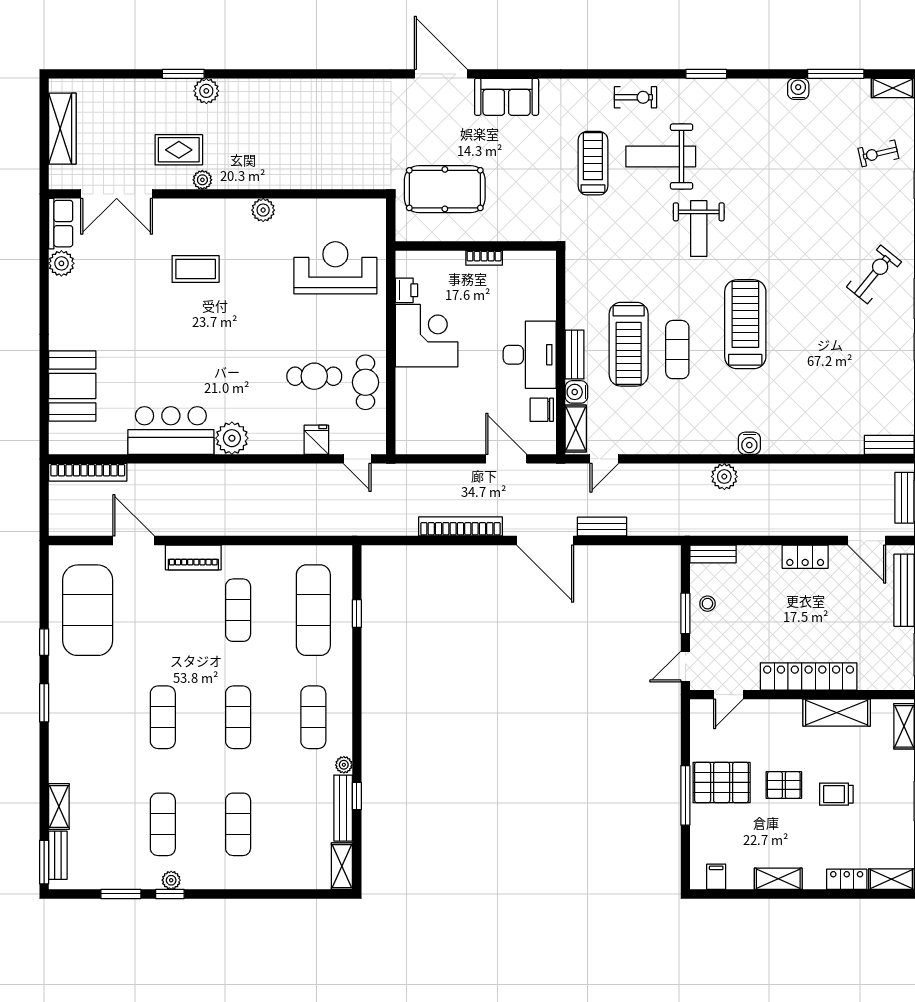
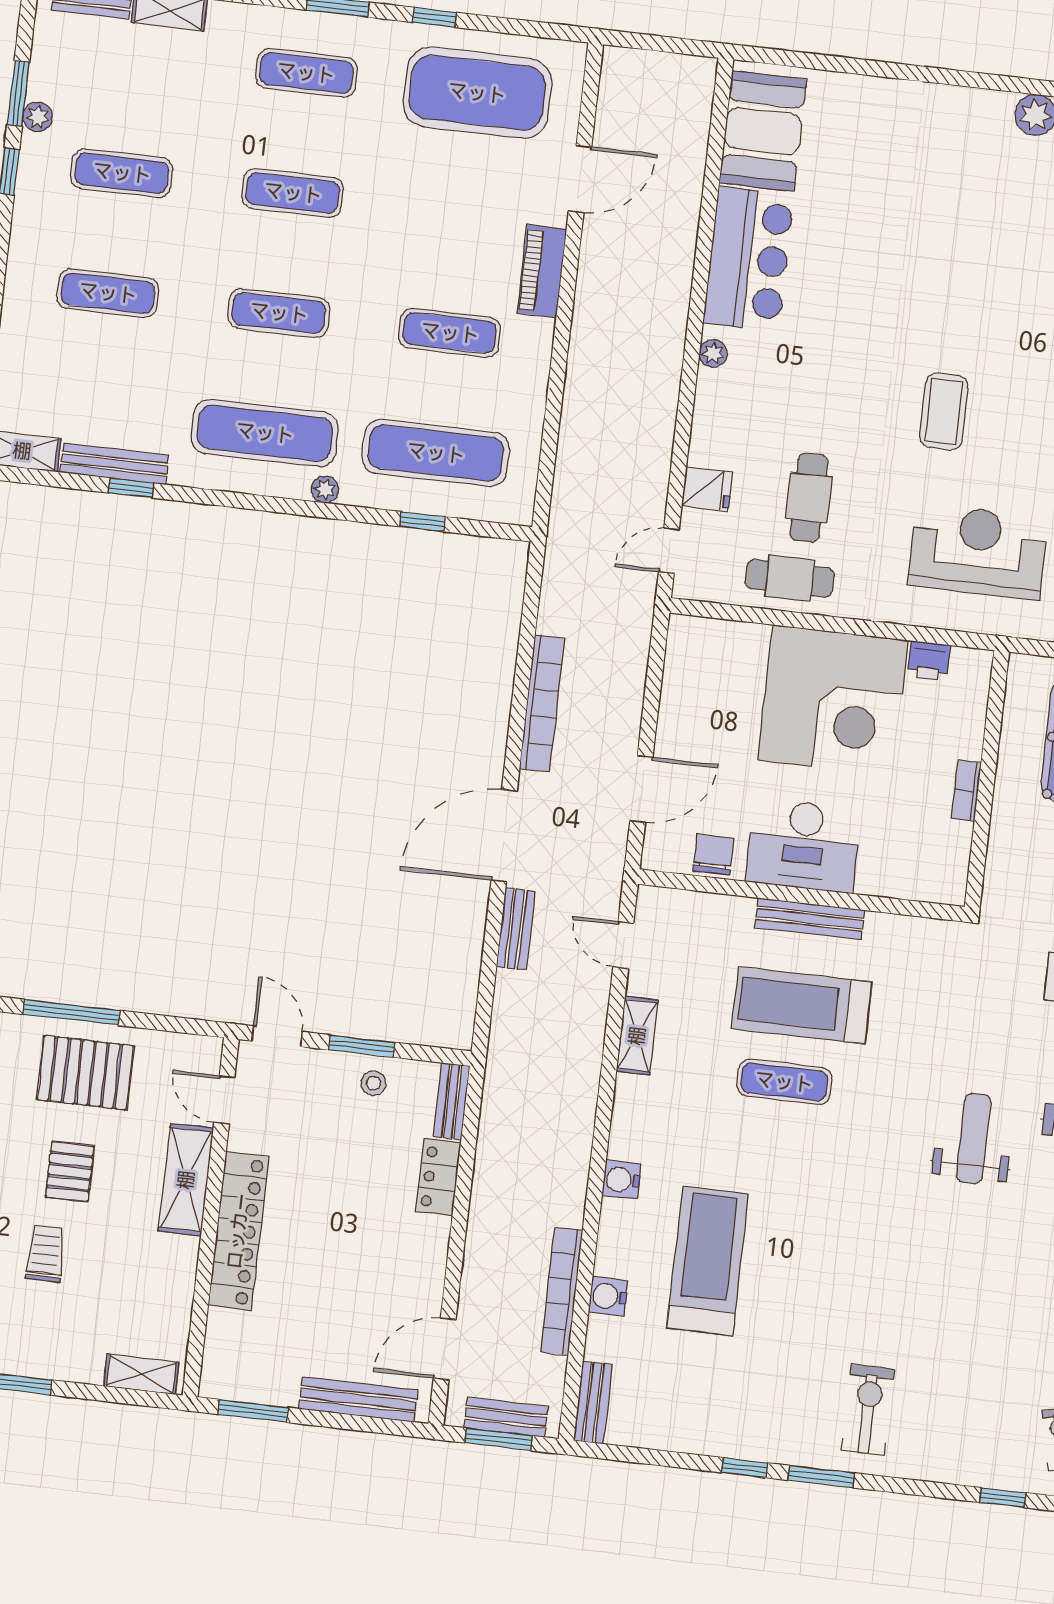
weight bench: (699, 229) -> (974, 1138), turned 90
reception desk: (335, 268) -> (978, 551), turned -90
coffee table: (196, 269) -> (944, 411), moved
exercise bike: (874, 274) -> (868, 1410), turned -129
treadmill: (745, 324) -> (708, 1261), moved, turned -90
corner desk: (427, 336) -> (833, 700), width x1.36, depth x1.36
bench: (575, 354) -> (810, 919), width x1.36
booth: (72, 386) -> (763, 131), moved, turned 90
water cooler: (576, 392) -> (608, 1296), moved, turned -90
shelving: (576, 428) -> (637, 1036), moved, turned 90
plant: (232, 438) -> (713, 353), width x0.53, depth x0.53
bookcase: (88, 472) -> (562, 1291), moved
plant: (724, 477) -> (573, 1133), removed
locker: (805, 557) -> (438, 1177), moved
shelving: (837, 713) -> (186, 1180), moved
exercise mat: (88, 717) -> (306, 73), added
exercise mat: (313, 717) -> (265, 433), width x1.36, depth x1.45
plant: (344, 765) -> (325, 489), moved
pallet: (722, 782) -> (85, 1073), turned 90
plant: (171, 880) -> (38, 117), moved

